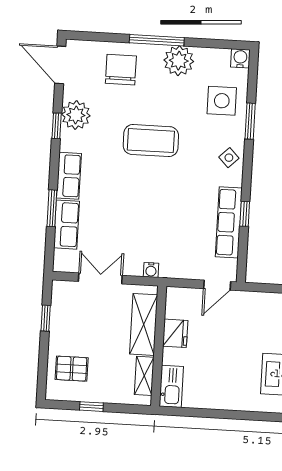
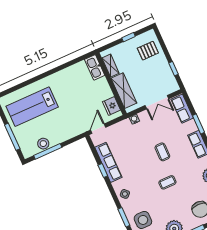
coffee table: (151, 141) -> (167, 182), width x0.54, depth x0.58
coffee table: (133, 194) -> (162, 152), added
row of seats: (67, 225) -> (182, 109), moved
fridge: (175, 333) -> (112, 106), moved

